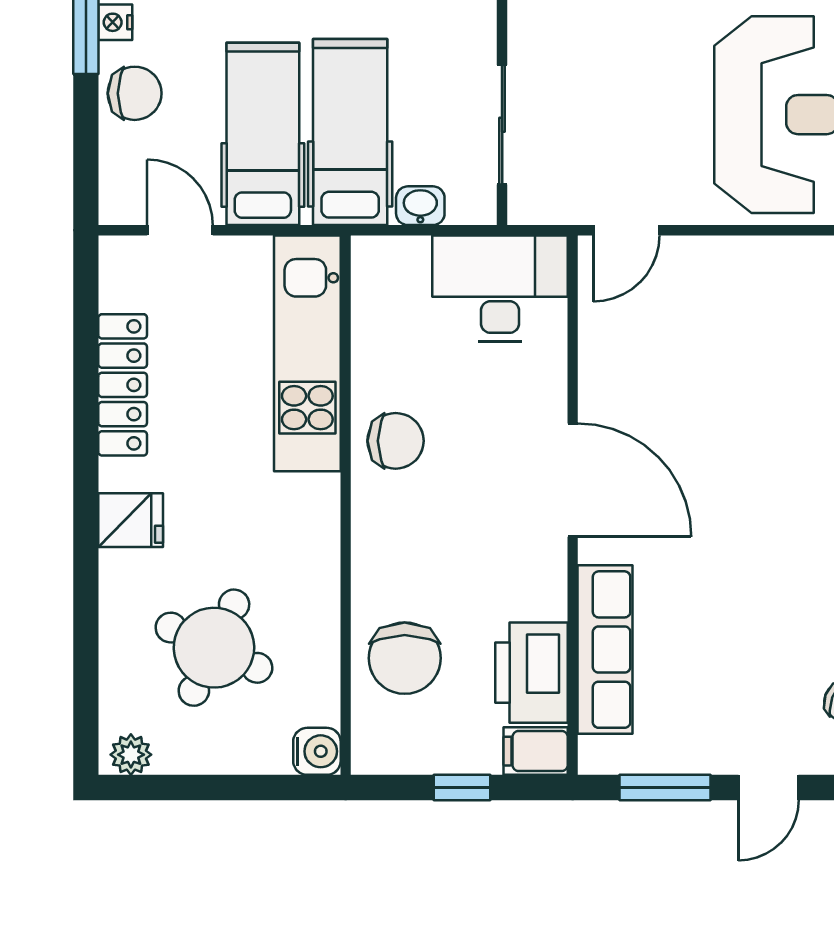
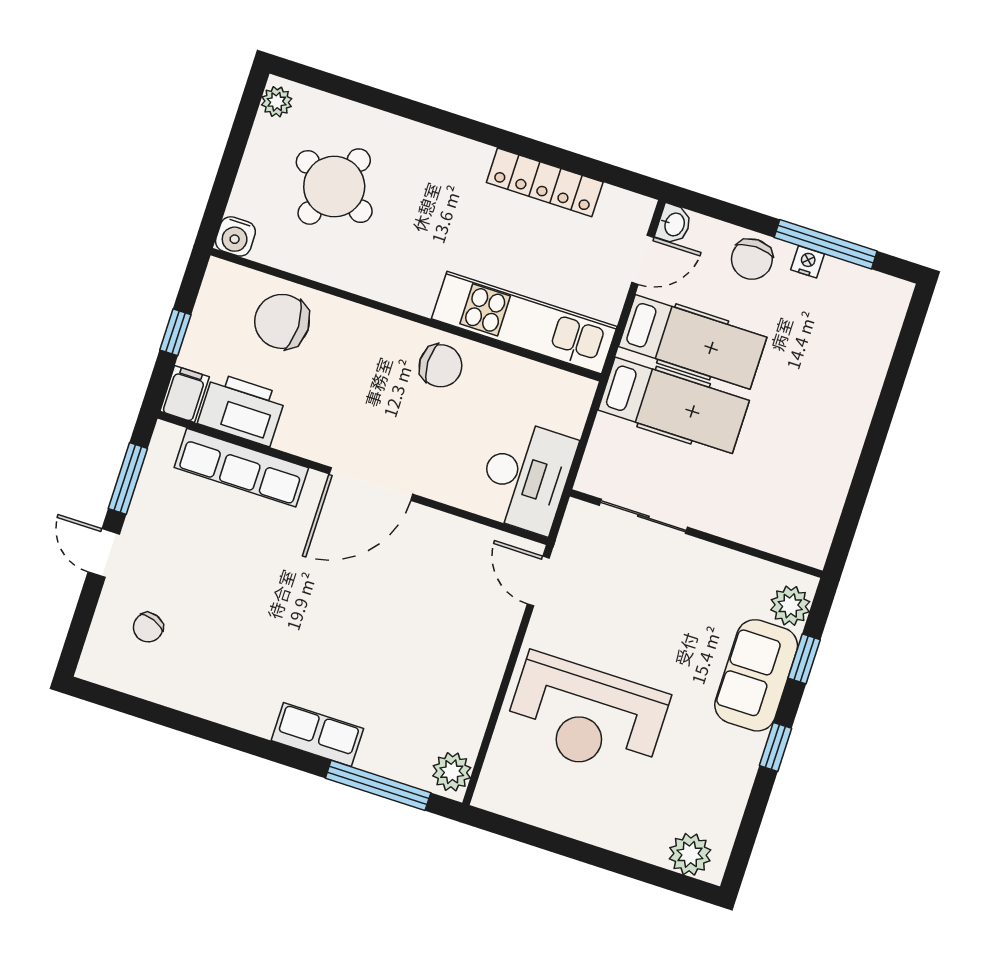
washbasin: (420, 206) -> (674, 224), moved
chair: (396, 441) -> (441, 366), turned -90
fridge: (131, 520) -> (445, 156), removed

